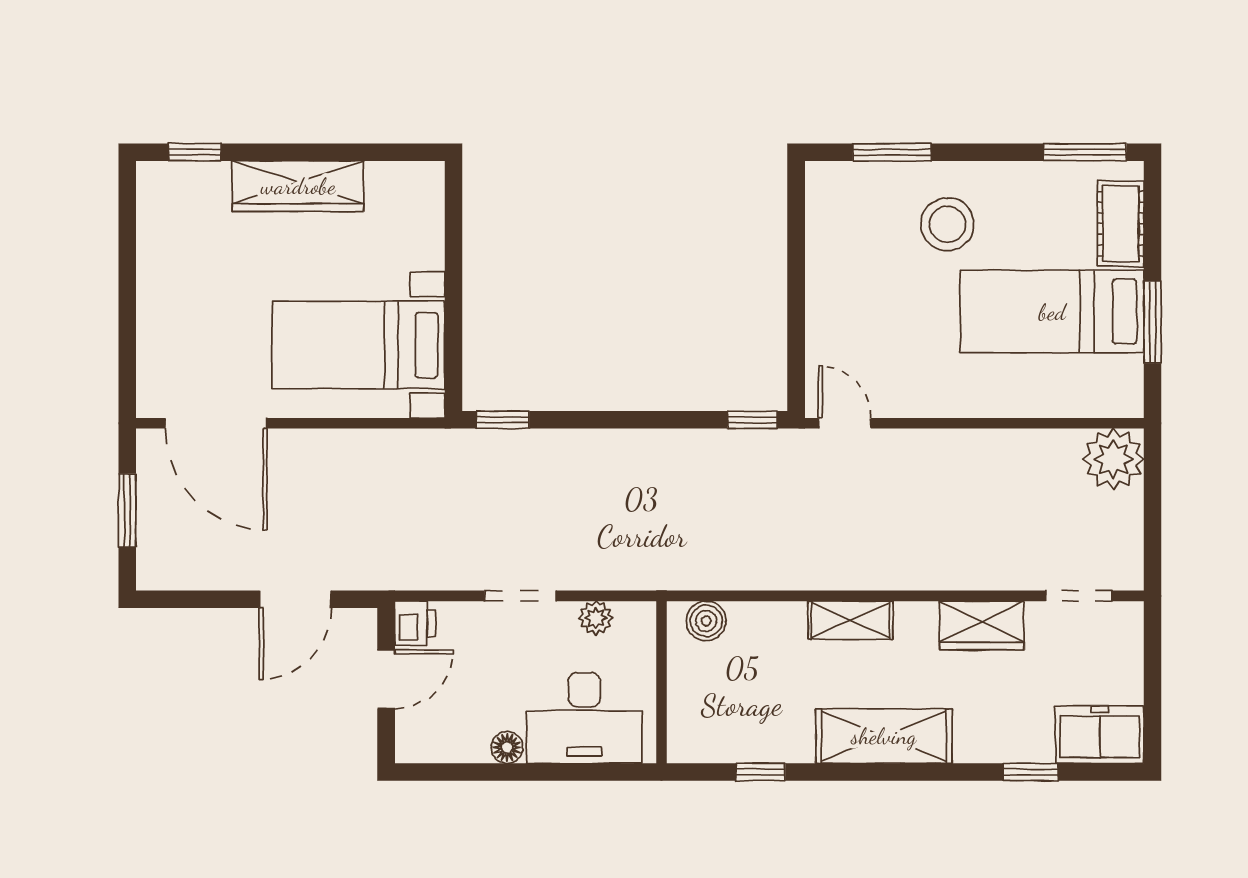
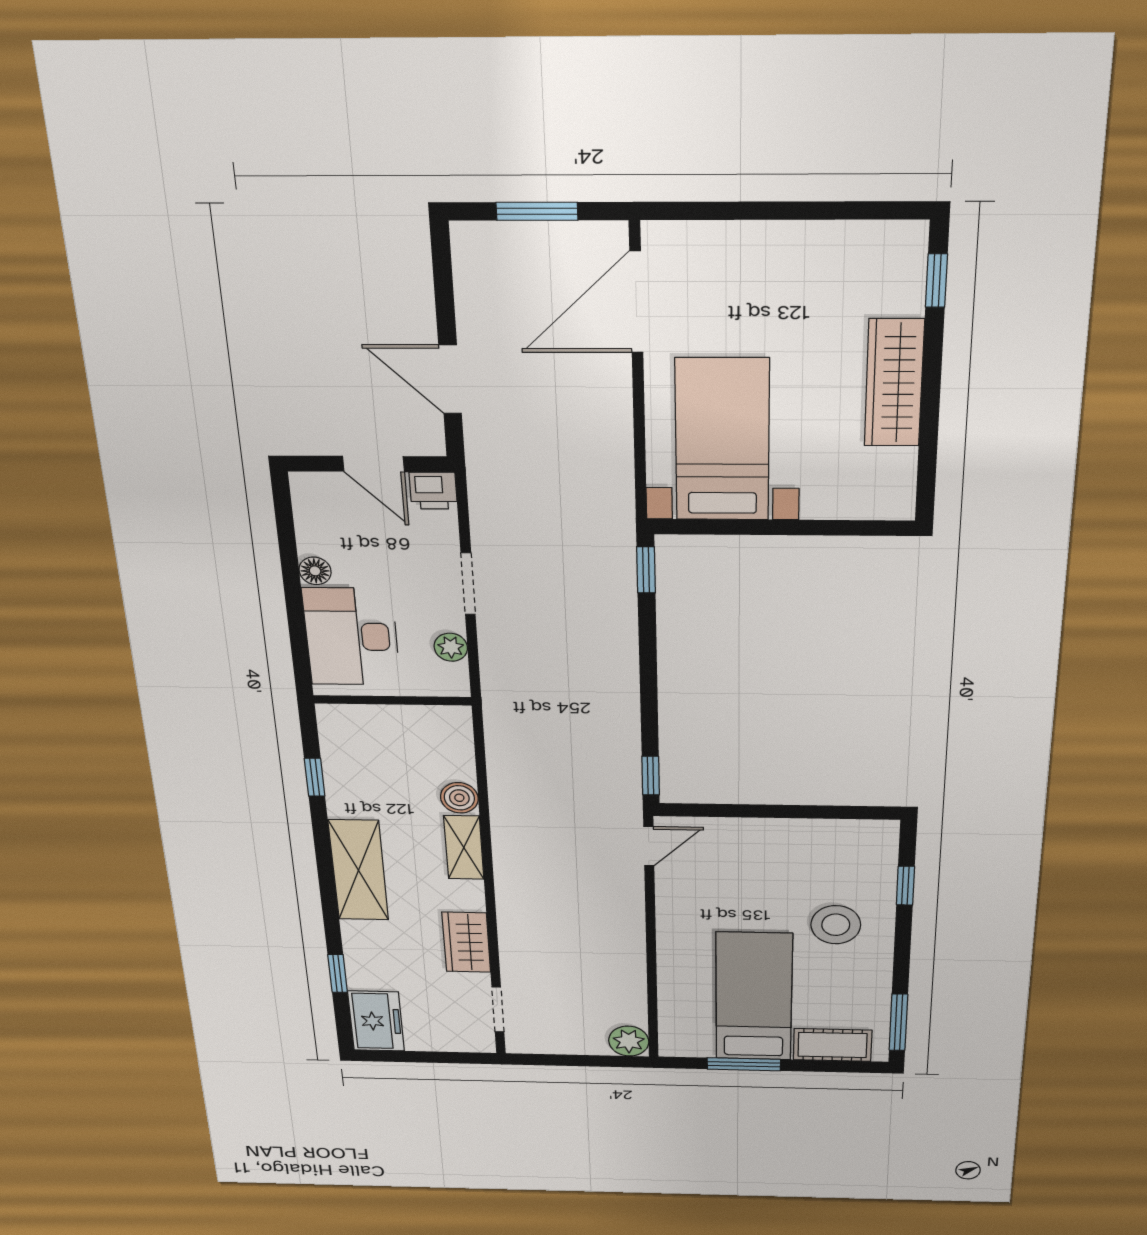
window: (892, 152) -> (905, 886), width x0.67
plant: (1113, 459) -> (629, 1041), width x0.73, depth x0.73
boiler: (706, 621) -> (459, 798), moved

